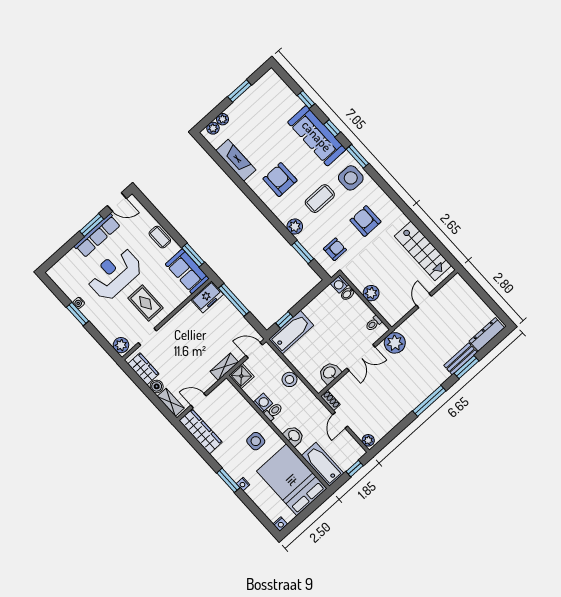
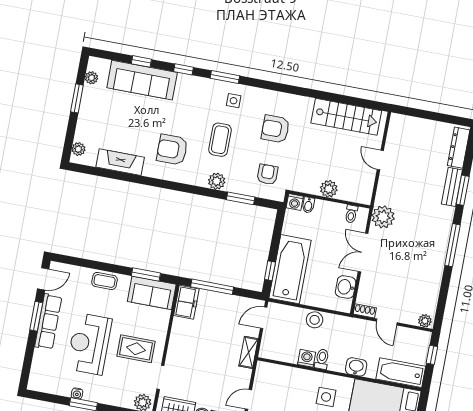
plant: (223, 119) -> (91, 78), moved
sofa: (317, 136) -> (142, 80), moved
side table: (351, 178) -> (234, 101), width x0.54, depth x0.54
bathtub: (291, 332) -> (290, 269), width x1.36, depth x1.36
double door: (361, 358) -> (363, 253), swing flipped
shower: (241, 376) -> (270, 349), removed

